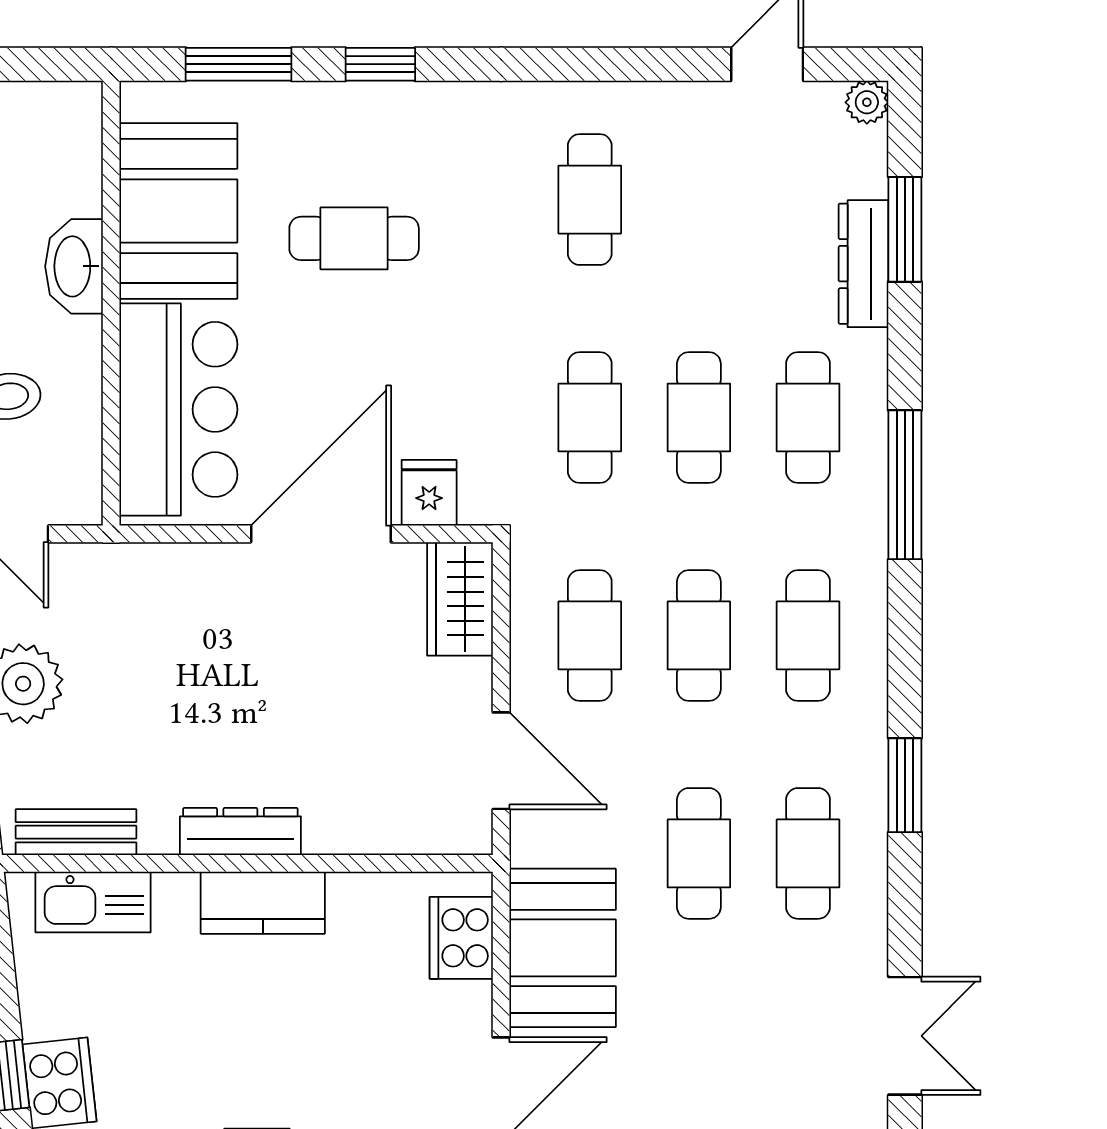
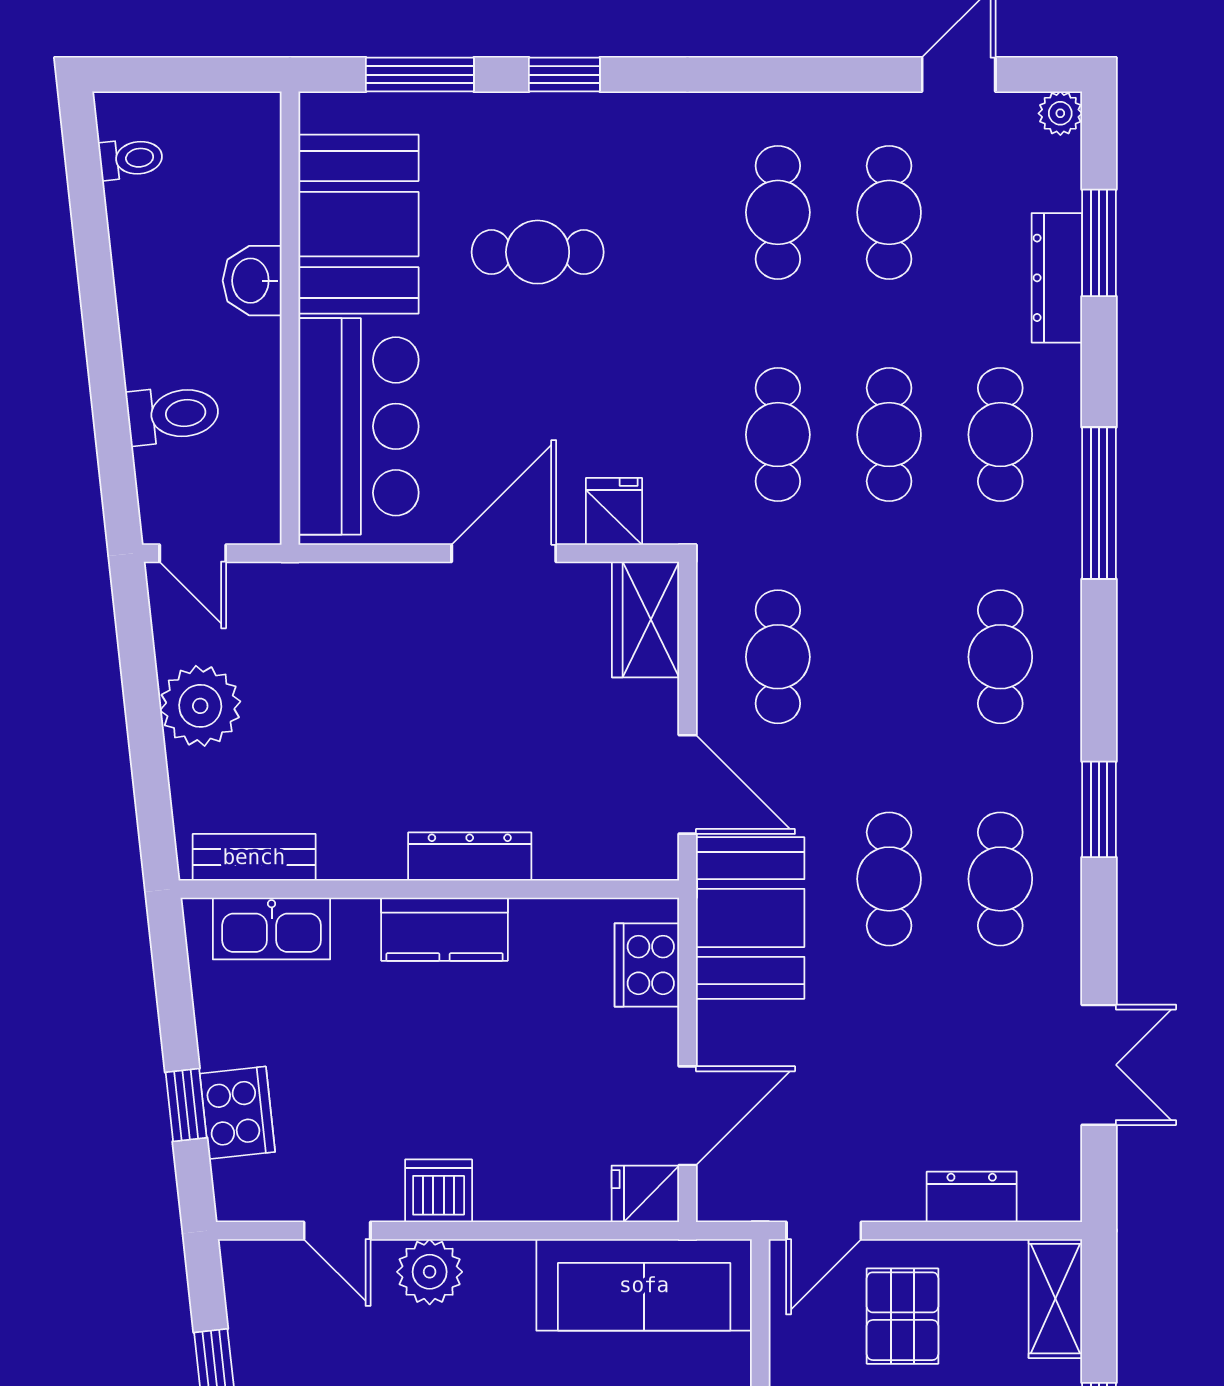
washbasin: (74, 266) -> (252, 281), width x0.72
door: (321, 534) -> (504, 553), width x0.73
cafe table: (699, 635) -> (889, 212), moved
dresser: (240, 832) -> (470, 857), moved
booth: (563, 948) -> (750, 918), moved

